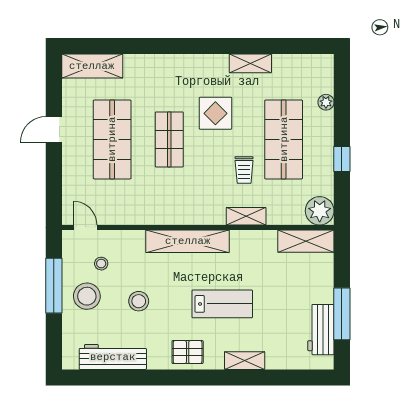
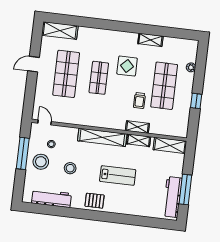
plant: (320, 211) -> (180, 129), removed
workbench: (321, 330) -> (172, 197), width x1.38
shelving: (245, 361) -> (139, 140), moved

